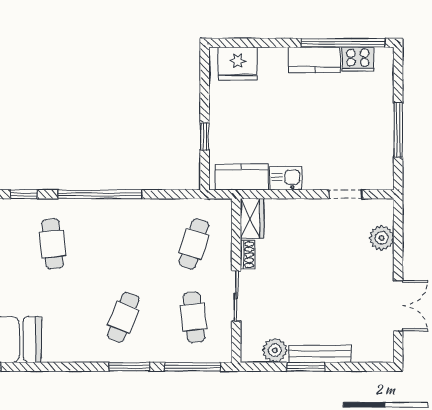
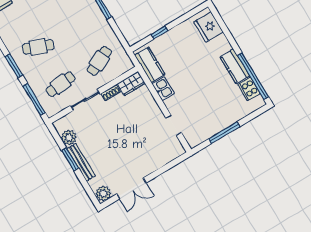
plant: (382, 238) -> (103, 193), moved
cafe table: (194, 244) -> (99, 61), turned -42

